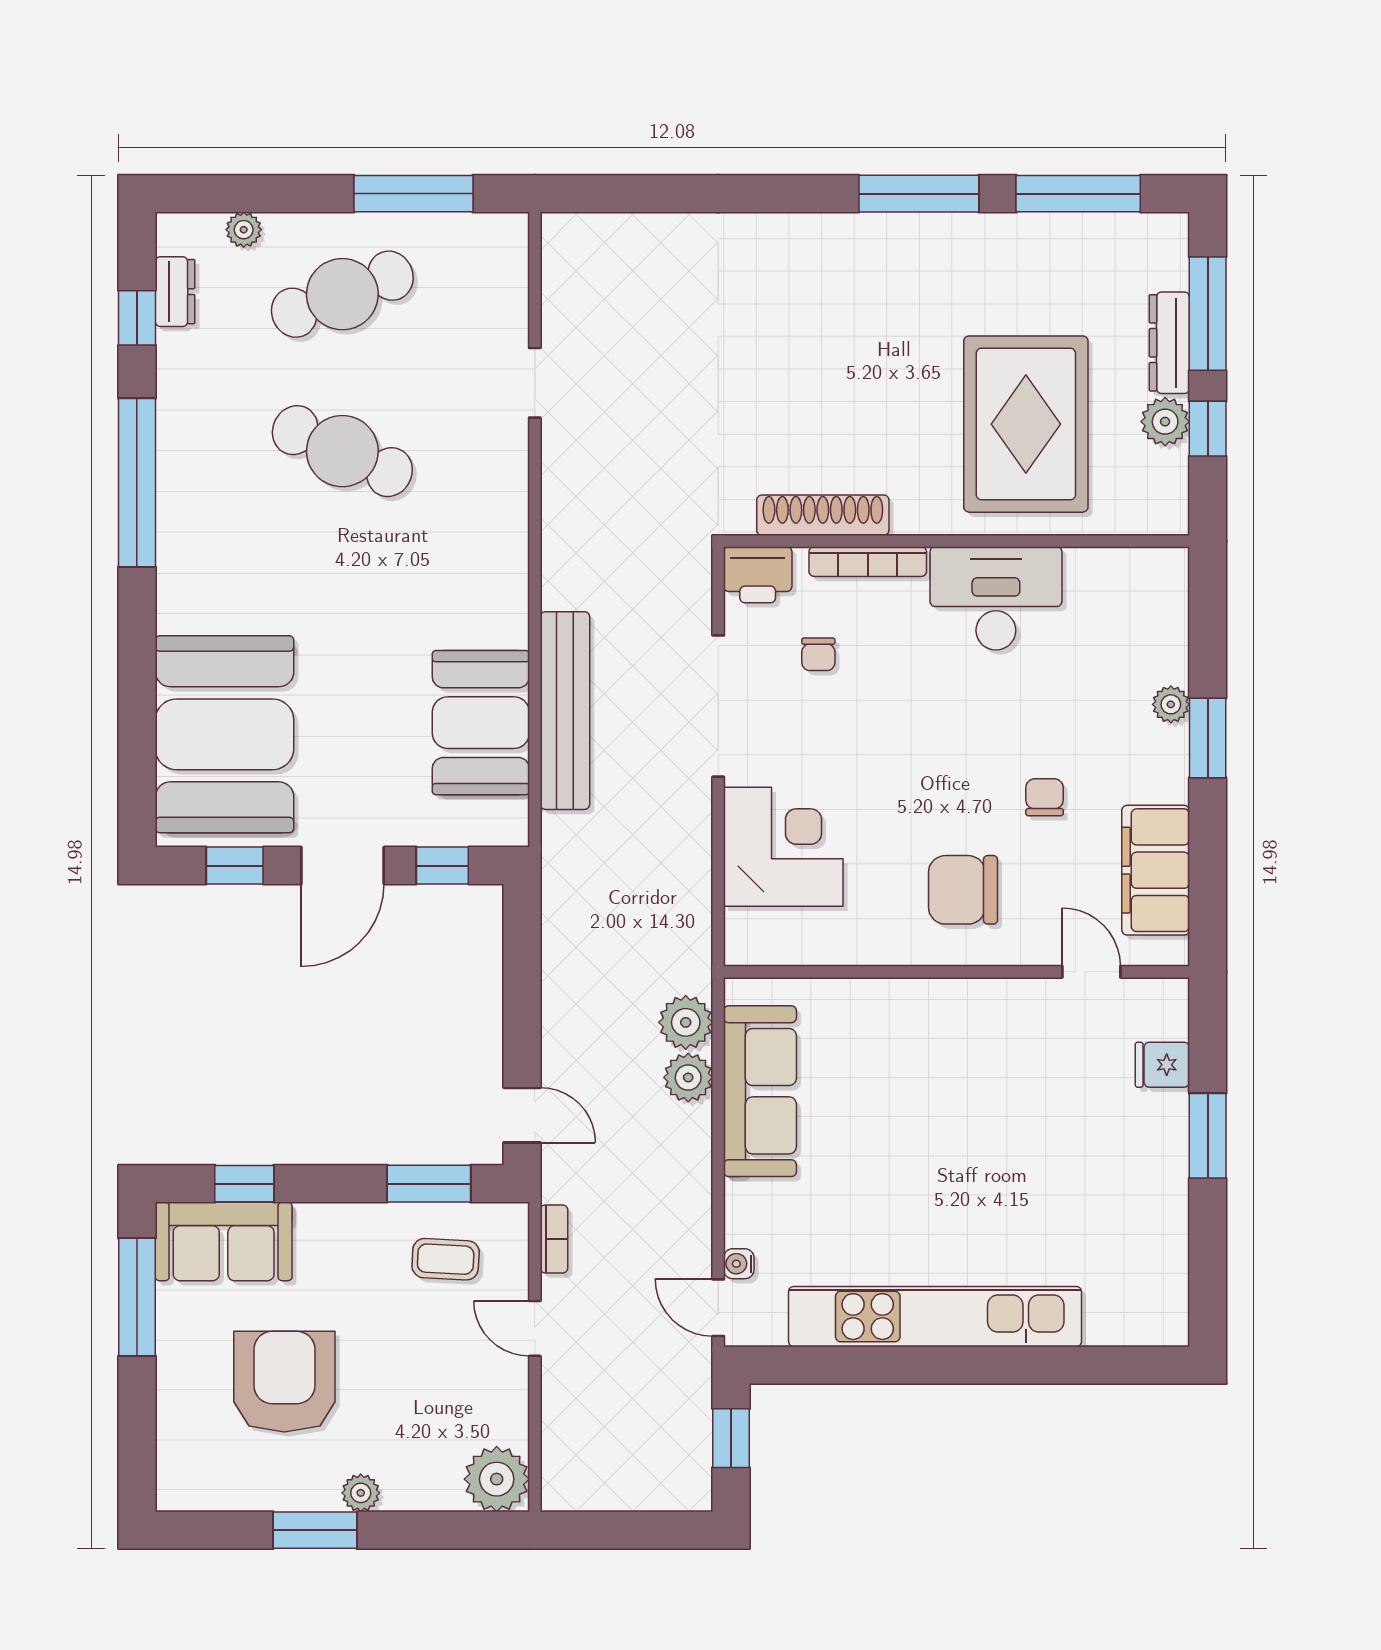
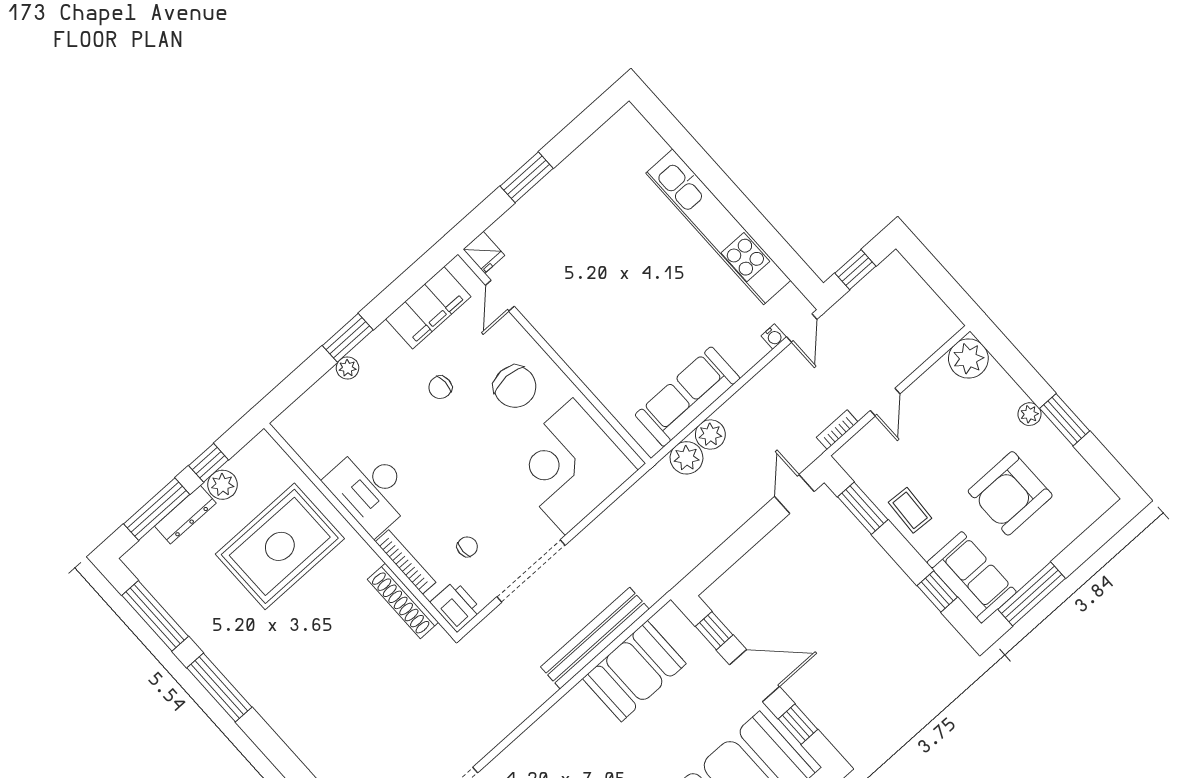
corner desk: (783, 847) -> (569, 467), width x1.36, depth x1.36
fridge: (1162, 1065) -> (484, 252), moved
coffee table: (446, 1259) -> (910, 510), moved

